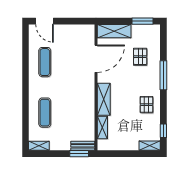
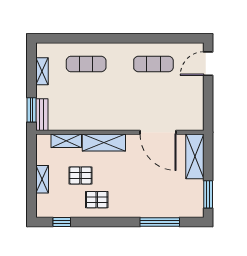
pallet: (140, 57) -> (80, 175), moved
window: (163, 75) -> (160, 222), moved
shelving: (39, 146) -> (42, 71), moved
shelving: (150, 146) -> (42, 179), moved

